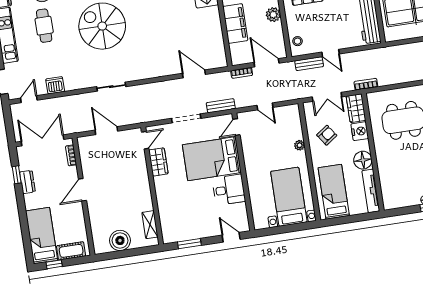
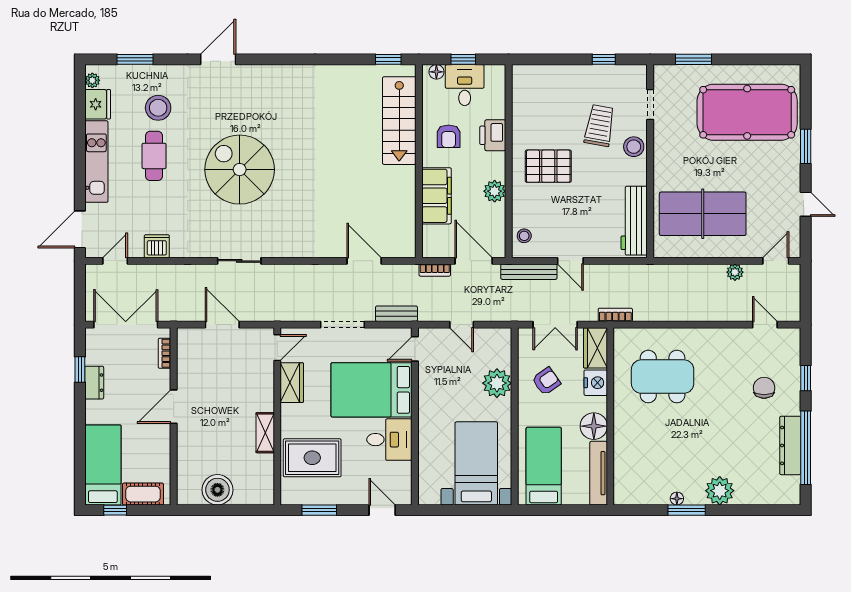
bench: (309, 64) -> (529, 272), width x1.36
plant: (300, 145) -> (497, 383), width x1.88, depth x1.88
rug: (180, 210) -> (312, 458), added
shelving: (150, 225) -> (265, 433), moved

